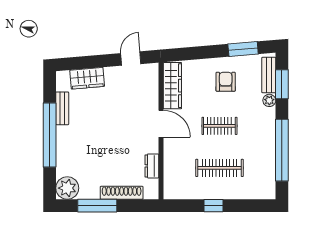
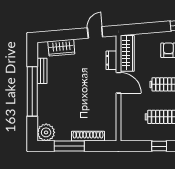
dresser: (152, 166) -> (111, 60), moved

